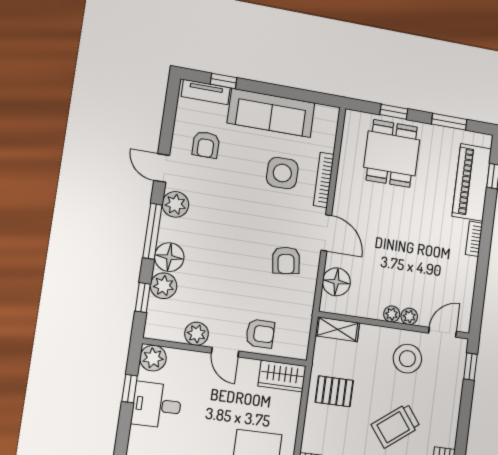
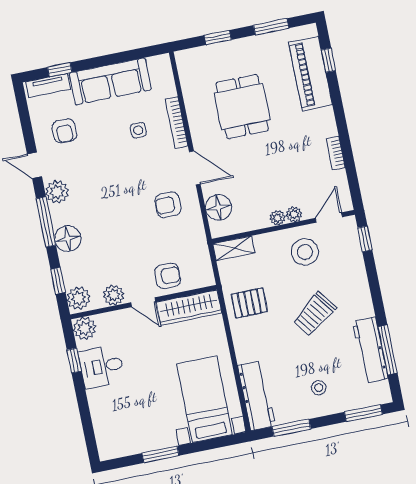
dining table: (392, 153) -> (242, 107), moved
side table: (282, 173) -> (138, 130), width x0.54, depth x0.54
bookcase: (474, 239) -> (336, 153), moved
armchair: (286, 260) -> (168, 205), turned 97
plant: (164, 286) -> (78, 298), moved
wardrobe: (282, 376) -> (189, 308), width x1.50

